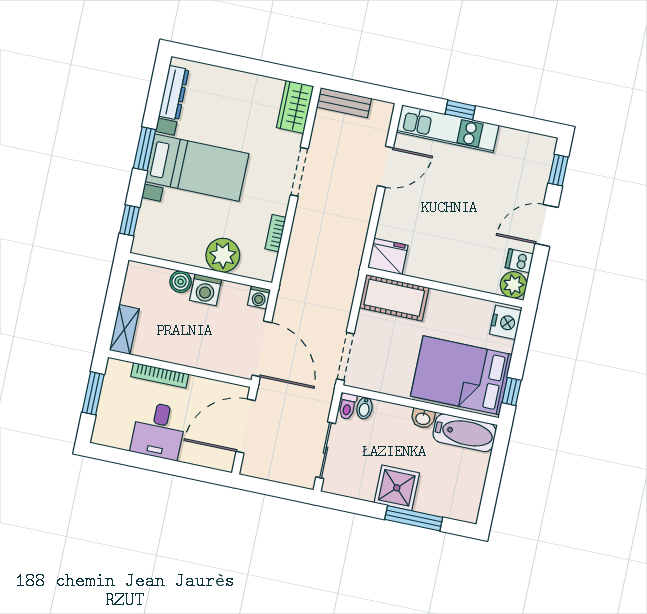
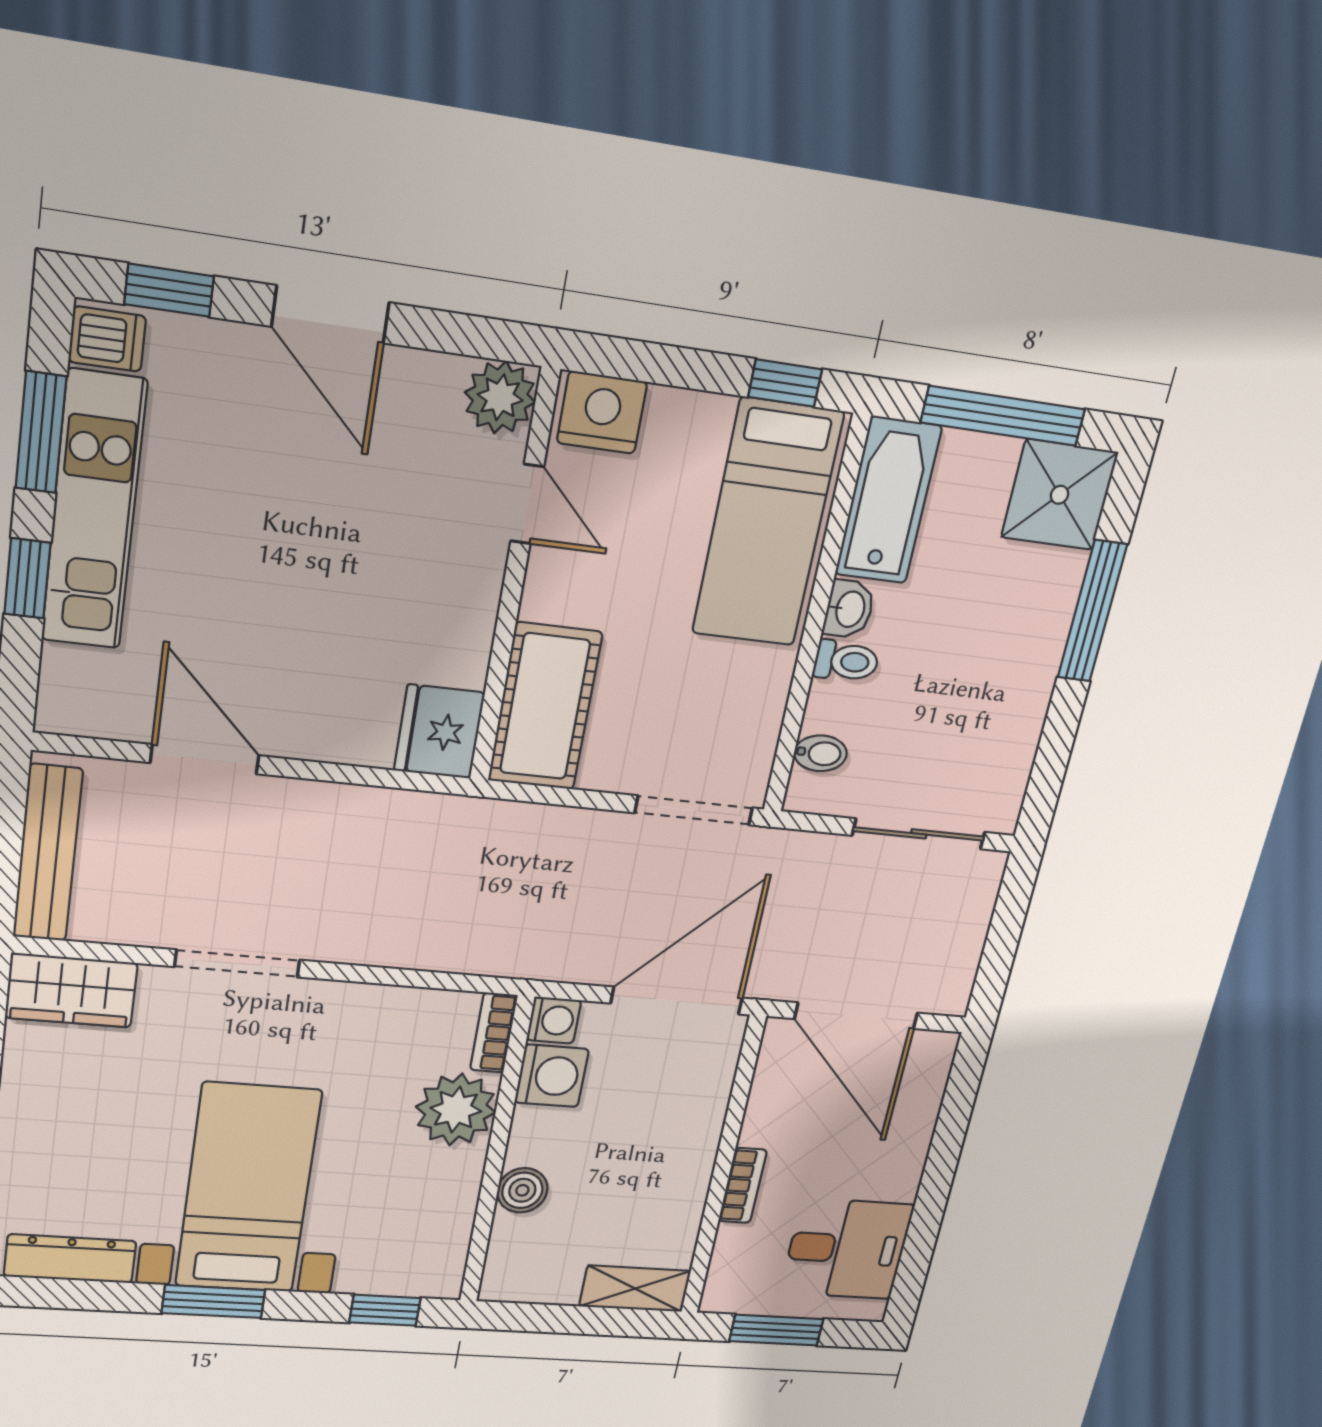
bench: (344, 103) -> (48, 853), width x1.36
window: (512, 121) -> (41, 432), added
kitchen unit: (448, 129) -> (94, 511), moved
bookcase: (276, 233) -> (494, 1033), moved, turned 90
dishwasher: (519, 261) -> (107, 339), moved, turned -90
washing machine: (206, 290) -> (552, 1076), moved
door: (474, 293) -> (527, 504), added
bookcase: (160, 375) -> (743, 1186), width x0.64
bed: (461, 375) -> (767, 524), width x0.67
toilet: (347, 406) -> (846, 661), moved
desk: (159, 431) -> (847, 1249), moved
window: (494, 477) -> (1003, 416), added
shower: (397, 488) -> (1059, 495), moved

